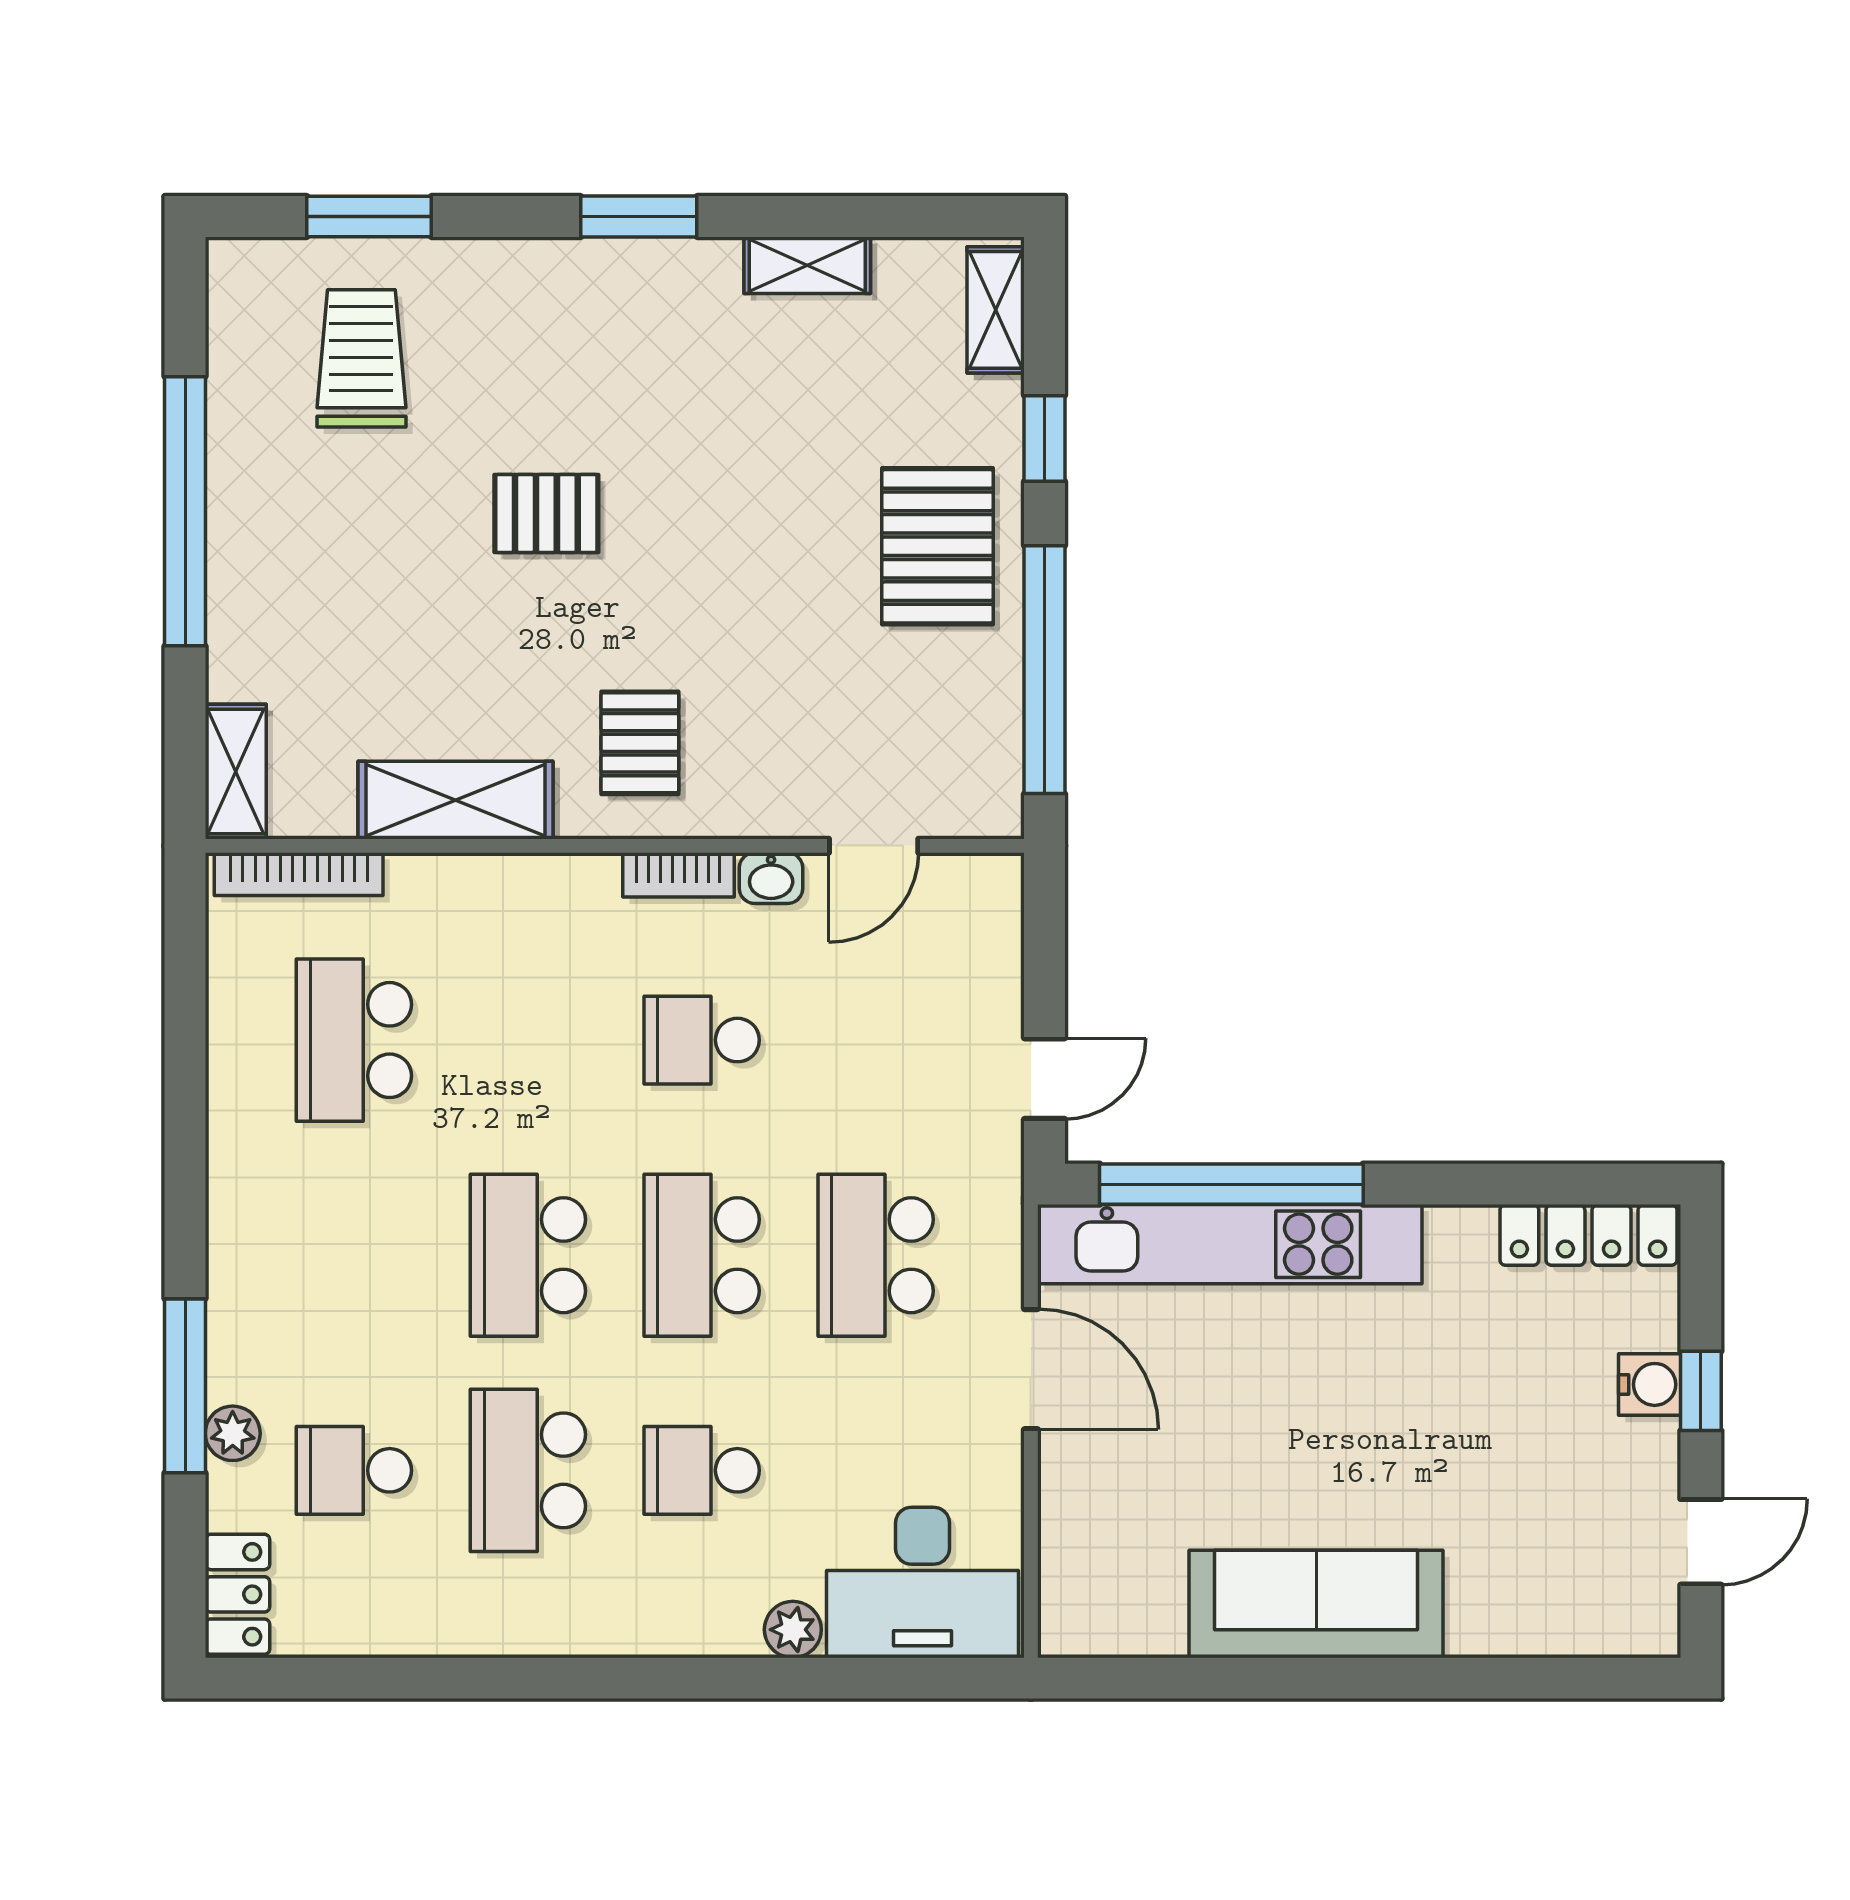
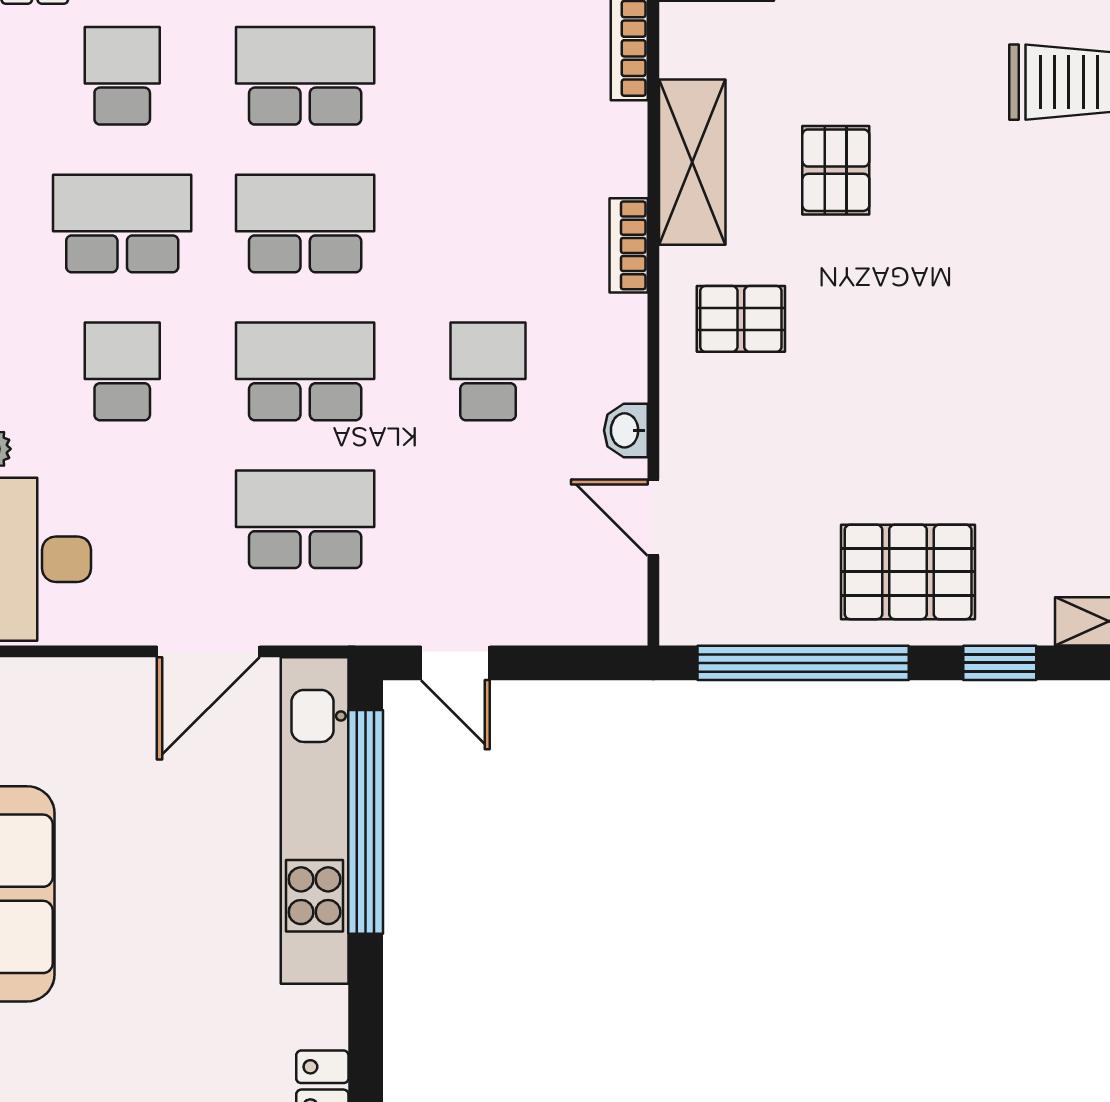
pallet: (546, 513) -> (836, 170), moved
bookcase: (678, 875) -> (629, 245), moved
school desk: (354, 1040) -> (305, 76), moved

